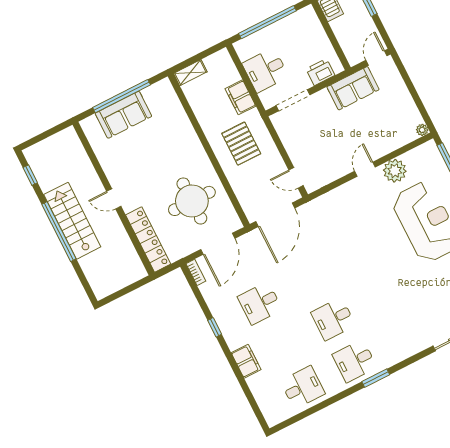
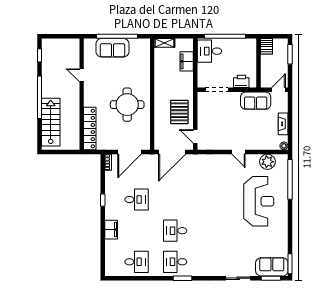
desk: (265, 70) -> (209, 51), moved
filing cabinet: (240, 97) -> (187, 61), moved
fireplace: (406, 101) -> (283, 124), added
pallet: (241, 144) -> (179, 112), moved
door: (365, 169) -> (238, 152), swing flipped
plant: (395, 171) -> (267, 162), moved
door: (114, 199) -> (82, 75), moved
round table: (192, 201) -> (127, 105), moved
stairs: (72, 221) -> (51, 122), moved
desk: (260, 303) -> (137, 199), turned 180

